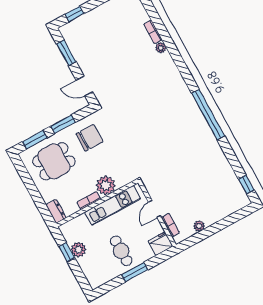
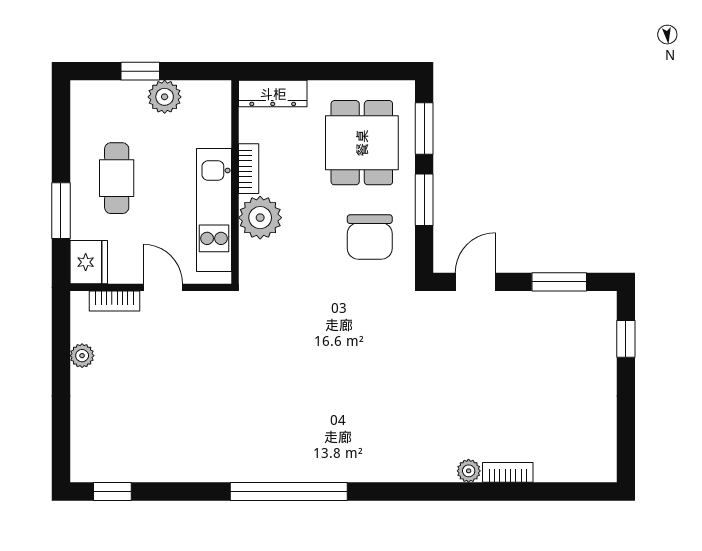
dresser: (56, 211) -> (273, 94), width x1.44
cafe table: (121, 251) -> (117, 178), turned 90
window: (67, 252) -> (140, 71), moved
window: (135, 272) -> (61, 211), moved

